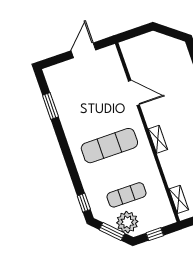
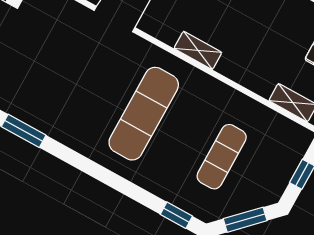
plant: (127, 222) -> (254, 190), removed

